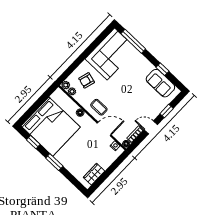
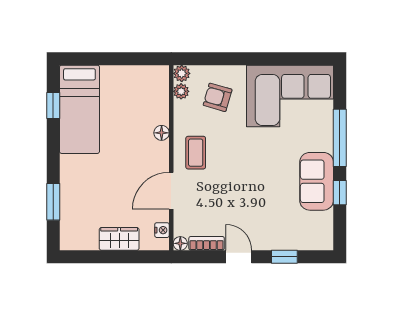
window: (133, 41) -> (340, 138), moved
sofa: (160, 83) -> (317, 181), moved
bed: (51, 127) -> (79, 109), width x0.49
door: (104, 129) -> (171, 191), swing flipped
window: (54, 162) -> (53, 202), moved
wardrobe: (94, 174) -> (119, 239), moved

